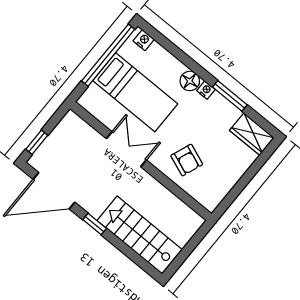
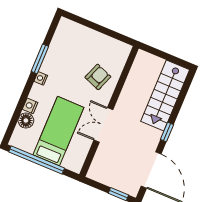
nightstand: (144, 40) -> (30, 106), moved
floor lamp: (190, 81) -> (26, 121), moved
wardrobe: (252, 134) -> (64, 34), removed

